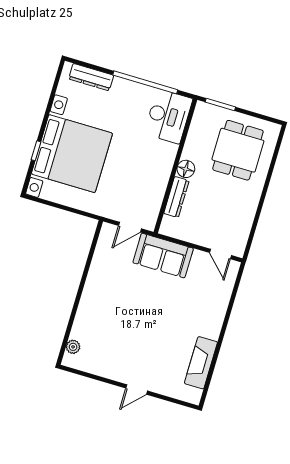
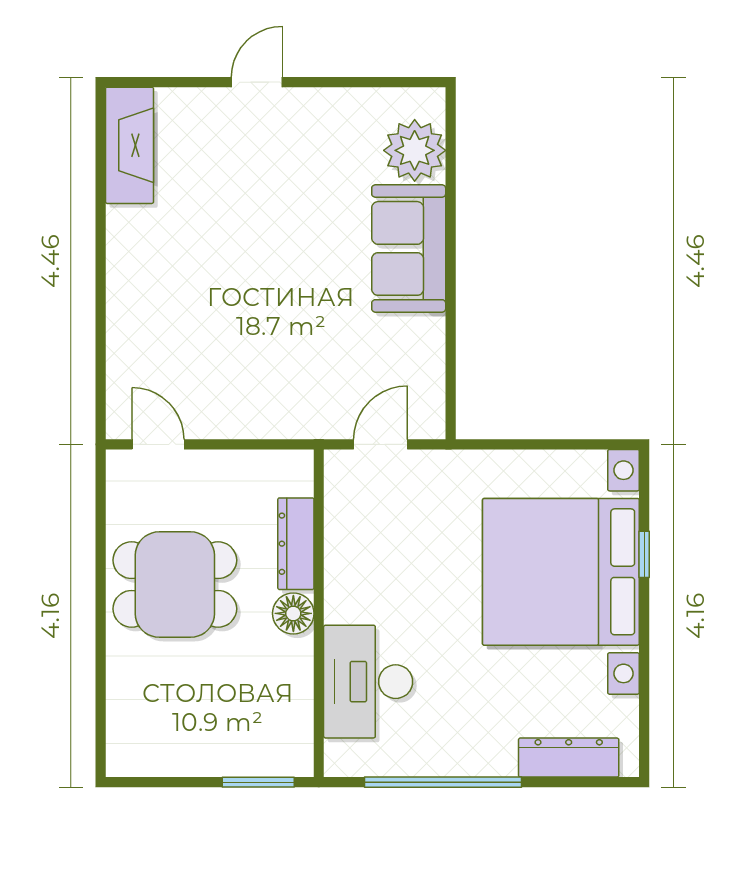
desk: (168, 116) -> (368, 682), moved
dining table: (238, 150) -> (175, 585), moved, turned 90
sofa: (163, 256) -> (409, 248), moved, turned -90
plant: (73, 347) -> (415, 150), width x1.88, depth x1.88
fireplace: (201, 363) -> (129, 145), moved

